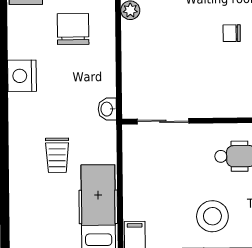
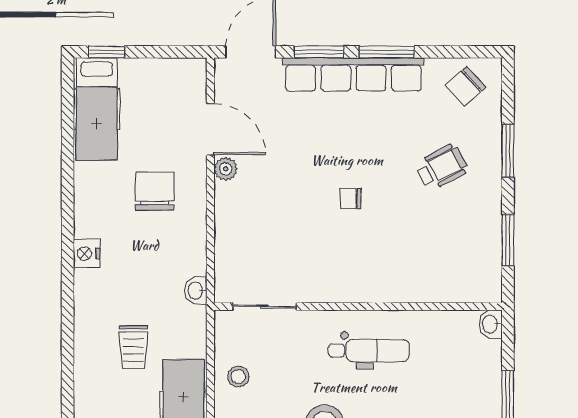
nightstand: (22, 76) -> (87, 254), width x0.74, depth x0.75
stool: (142, 178) -> (238, 377), added

